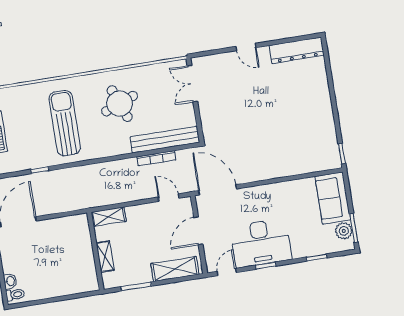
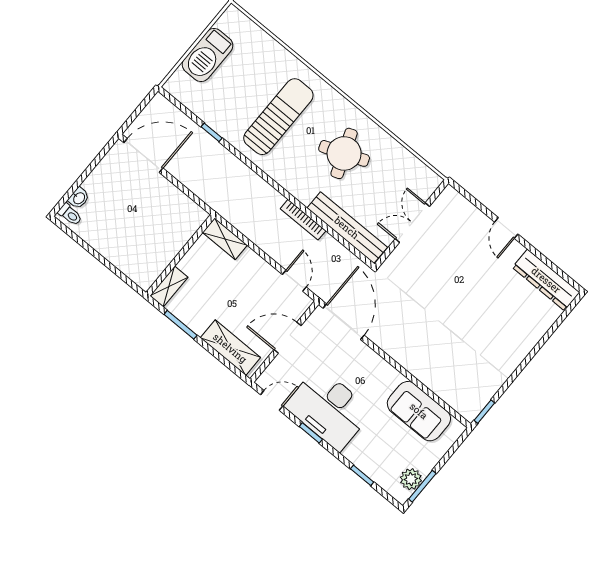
double door: (192, 84) -> (412, 223), moved
bookcase: (156, 158) -> (303, 220), moved
sofa: (333, 198) -> (419, 411), moved, turned -90
shelving: (105, 257) -> (169, 287), moved

